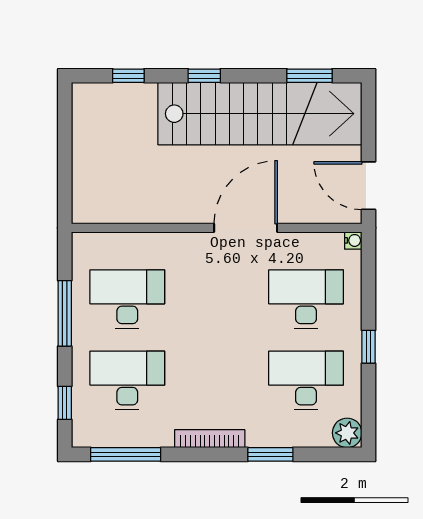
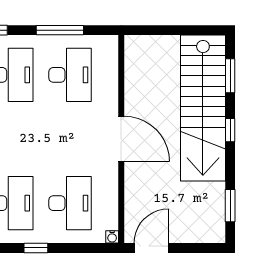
window: (128, 76) -> (230, 76), width x1.50
stairs: (260, 114) -> (203, 108), moved
door: (246, 228) -> (121, 139), moved

